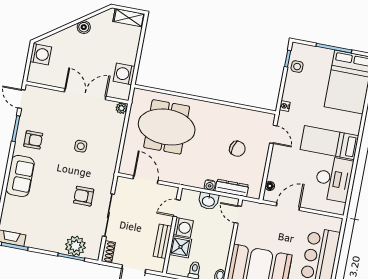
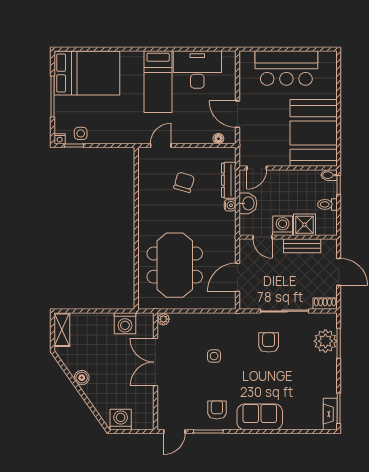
nightstand: (285, 106) -> (60, 139), moved
armchair: (84, 196) -> (269, 342), turned 180

